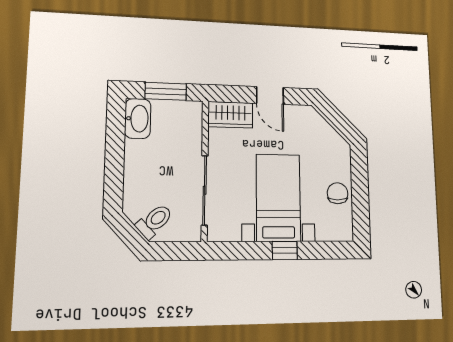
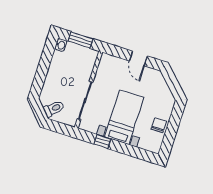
wardrobe: (230, 115) -> (112, 63), removed
washbasin: (138, 119) -> (61, 45), width x0.52, depth x0.69
window: (285, 250) -> (102, 141), moved

